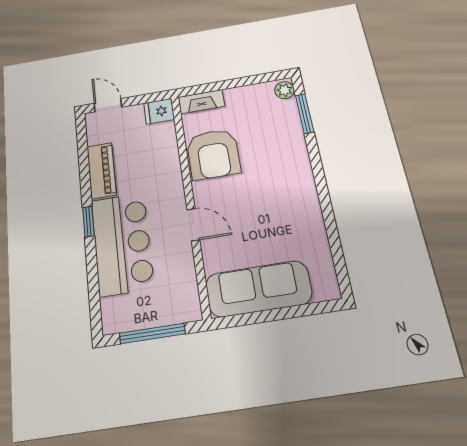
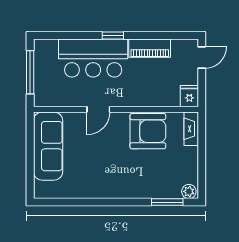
armchair: (213, 154) -> (148, 131), turned 180

